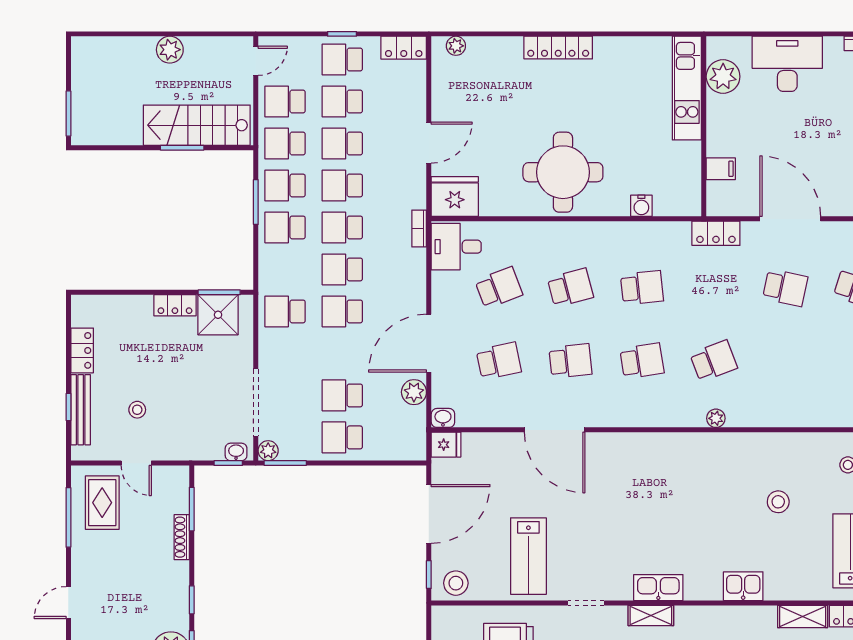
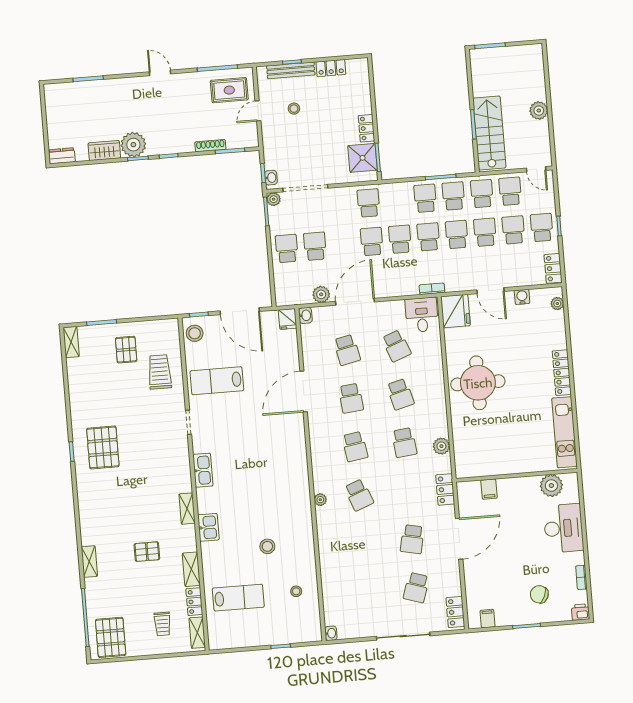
kitchen unit: (687, 88) -> (564, 432), moved, turned -90
water cooler: (641, 206) -> (522, 297), moved, turned 90
plant: (652, 234) -> (441, 446), added
door: (429, 343) -> (355, 302), hinge flipped
shelving: (651, 615) -> (187, 509), moved

